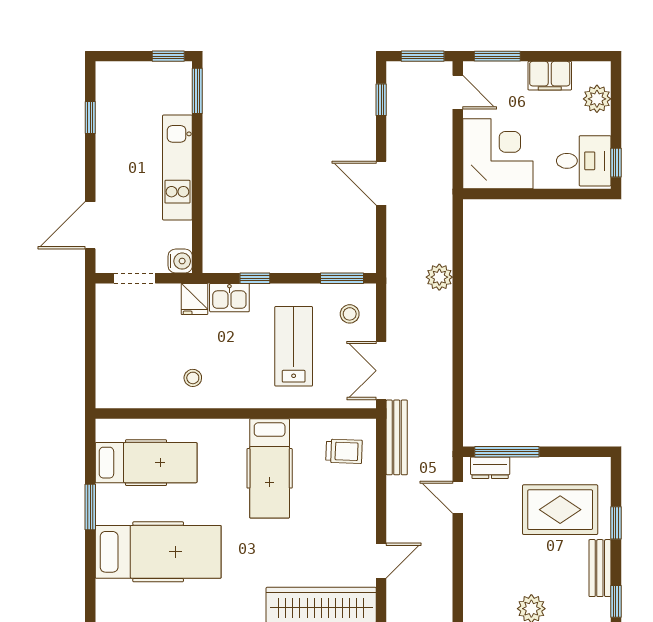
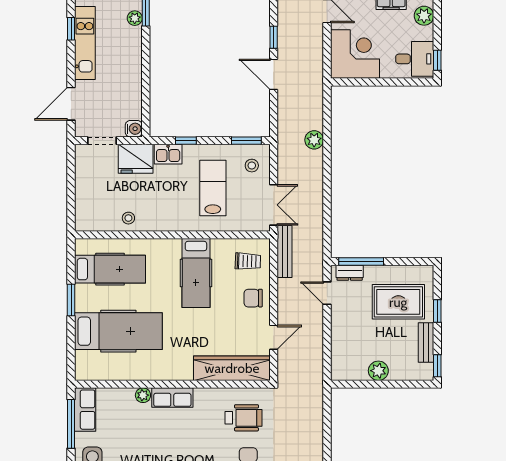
window: (381, 100) -> (274, 37), moved
plant: (182, 102) -> (135, 18), added
kitchen unit: (177, 168) -> (85, 43), moved, turned 180
fridge: (194, 299) -> (136, 159), width x1.88, depth x1.34
double door: (381, 371) -> (274, 205), swing flipped
stool: (193, 378) -> (128, 218), moved
chair: (352, 504) -> (253, 298), added

